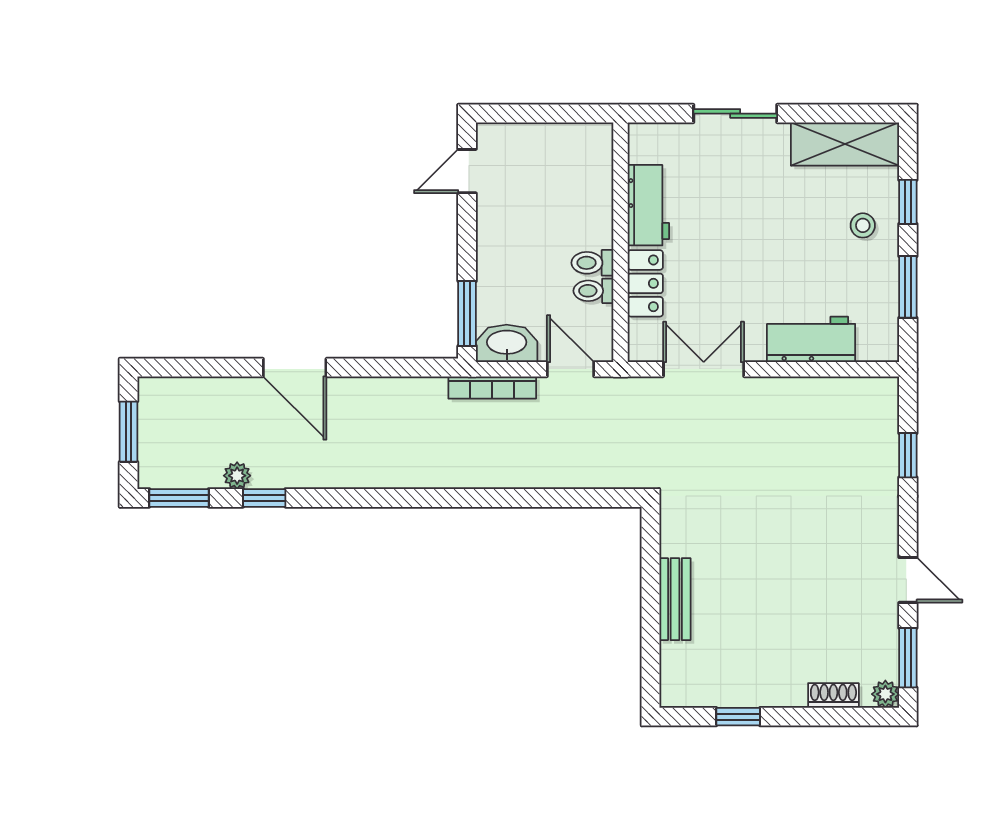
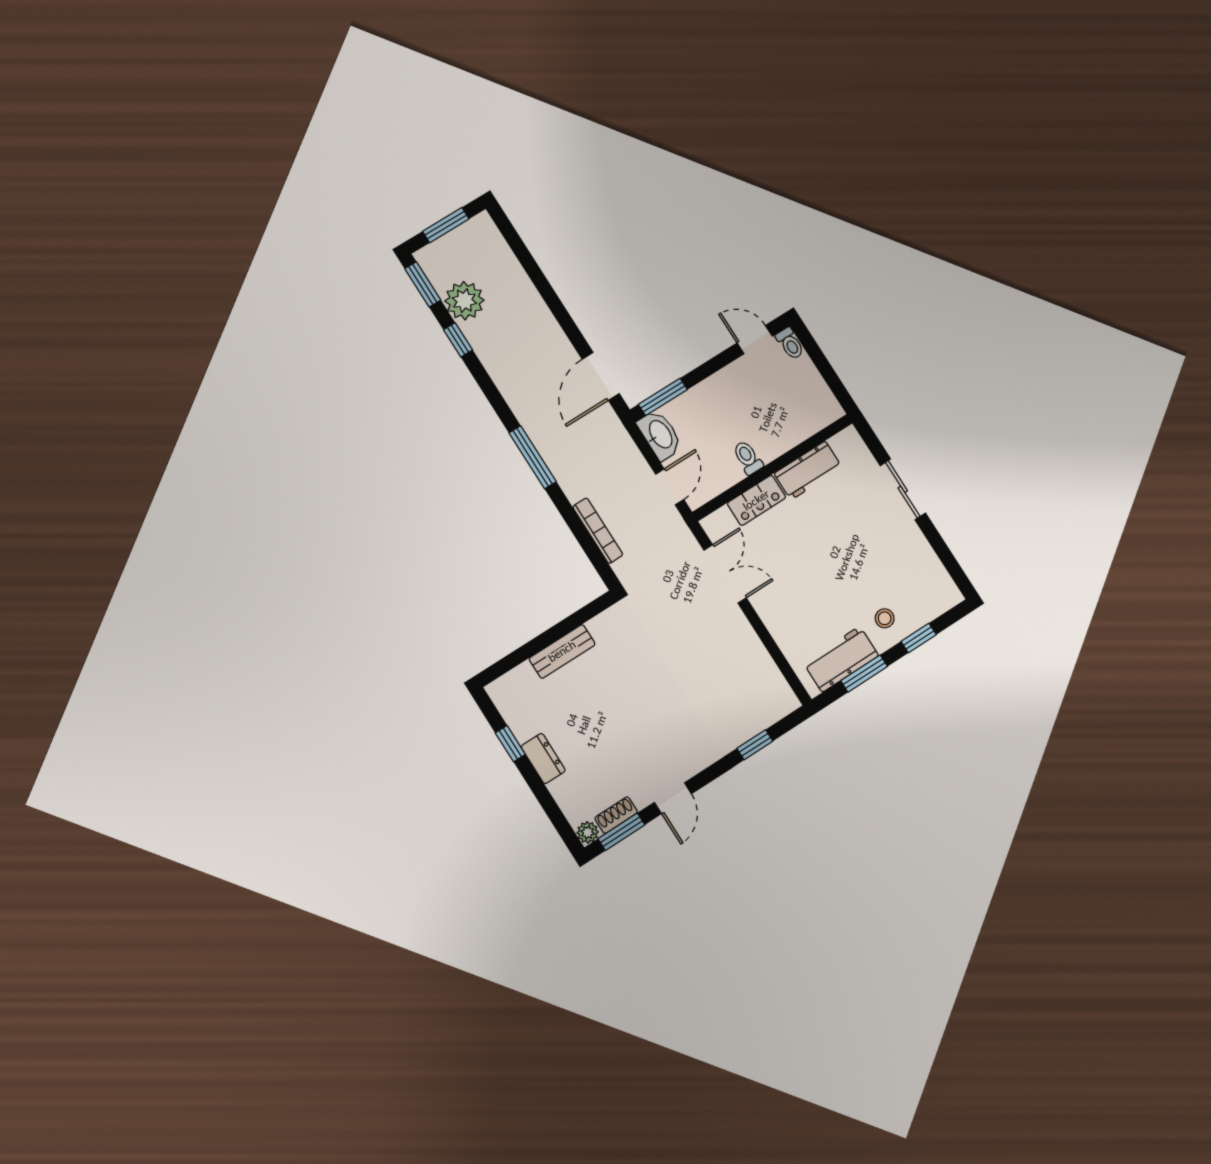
shelving: (845, 144) -> (929, 573), removed
toilet: (593, 291) -> (790, 343), moved, turned 180
workbench: (811, 339) -> (841, 659), moved, turned -90
door: (295, 367) -> (601, 376), moved
bookcase: (492, 387) -> (598, 531), moved, turned 180
plant: (237, 476) -> (464, 301), width x1.87, depth x1.87
window: (444, 498) -> (533, 457), added
dresser: (777, 692) -> (543, 759), added
shoe rack: (833, 695) -> (616, 815), moved, turned -90

